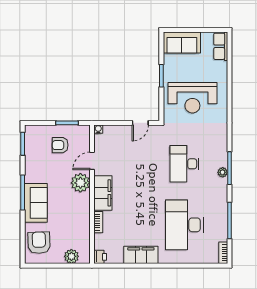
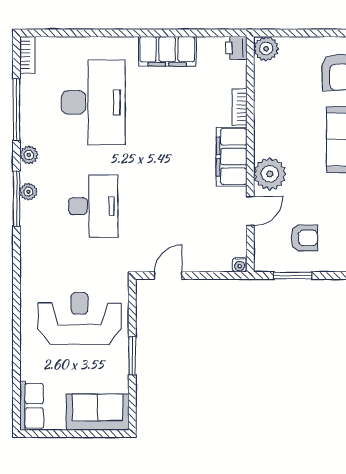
plant: (222, 194) -> (29, 155), added
plant: (71, 256) -> (266, 49), moved

